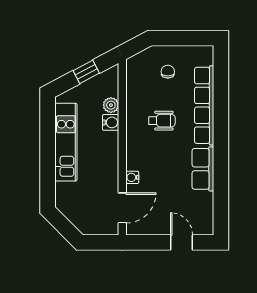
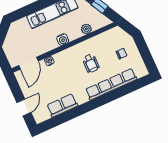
water cooler: (111, 122) -> (63, 39), moved
row of seats: (203, 169) -> (62, 105), moved
door: (122, 208) -> (28, 63), hinge flipped

